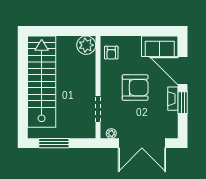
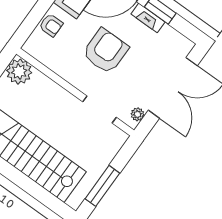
armchair: (111, 53) -> (51, 25), moved

